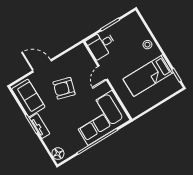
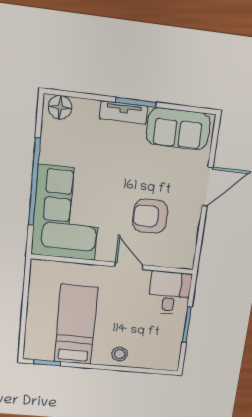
armchair: (64, 88) -> (150, 216), moved, turned -106

